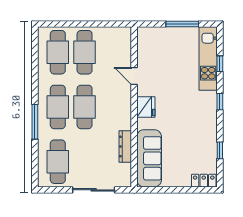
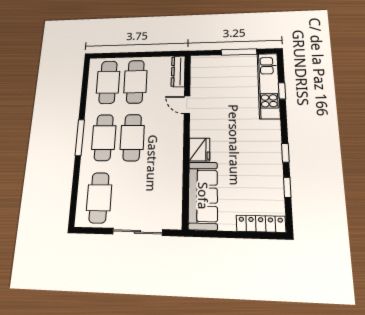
window: (220, 102) -> (285, 153), moved
fridge: (146, 107) -> (199, 149), moved
window: (35, 122) -> (80, 138), moved
dresser: (125, 147) -> (178, 71), moved
locker: (204, 181) -> (261, 224), width x1.53

